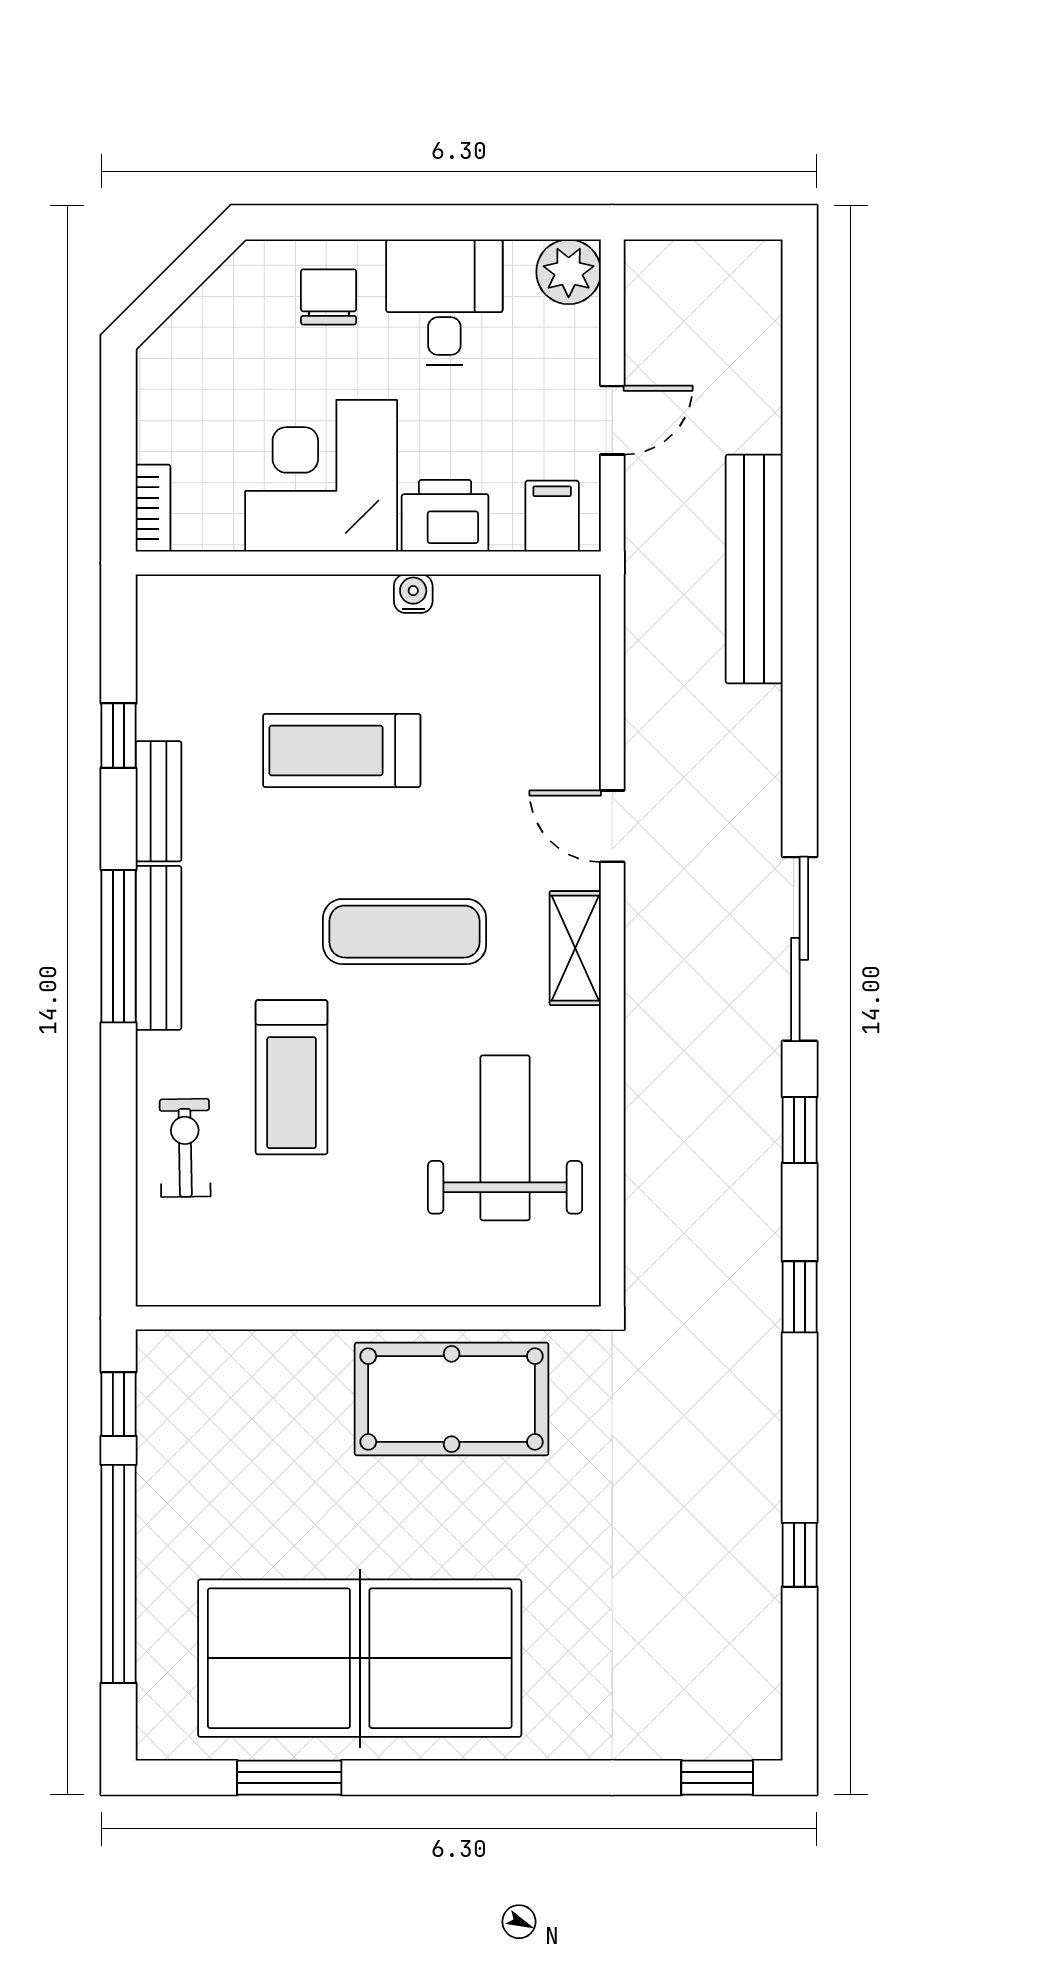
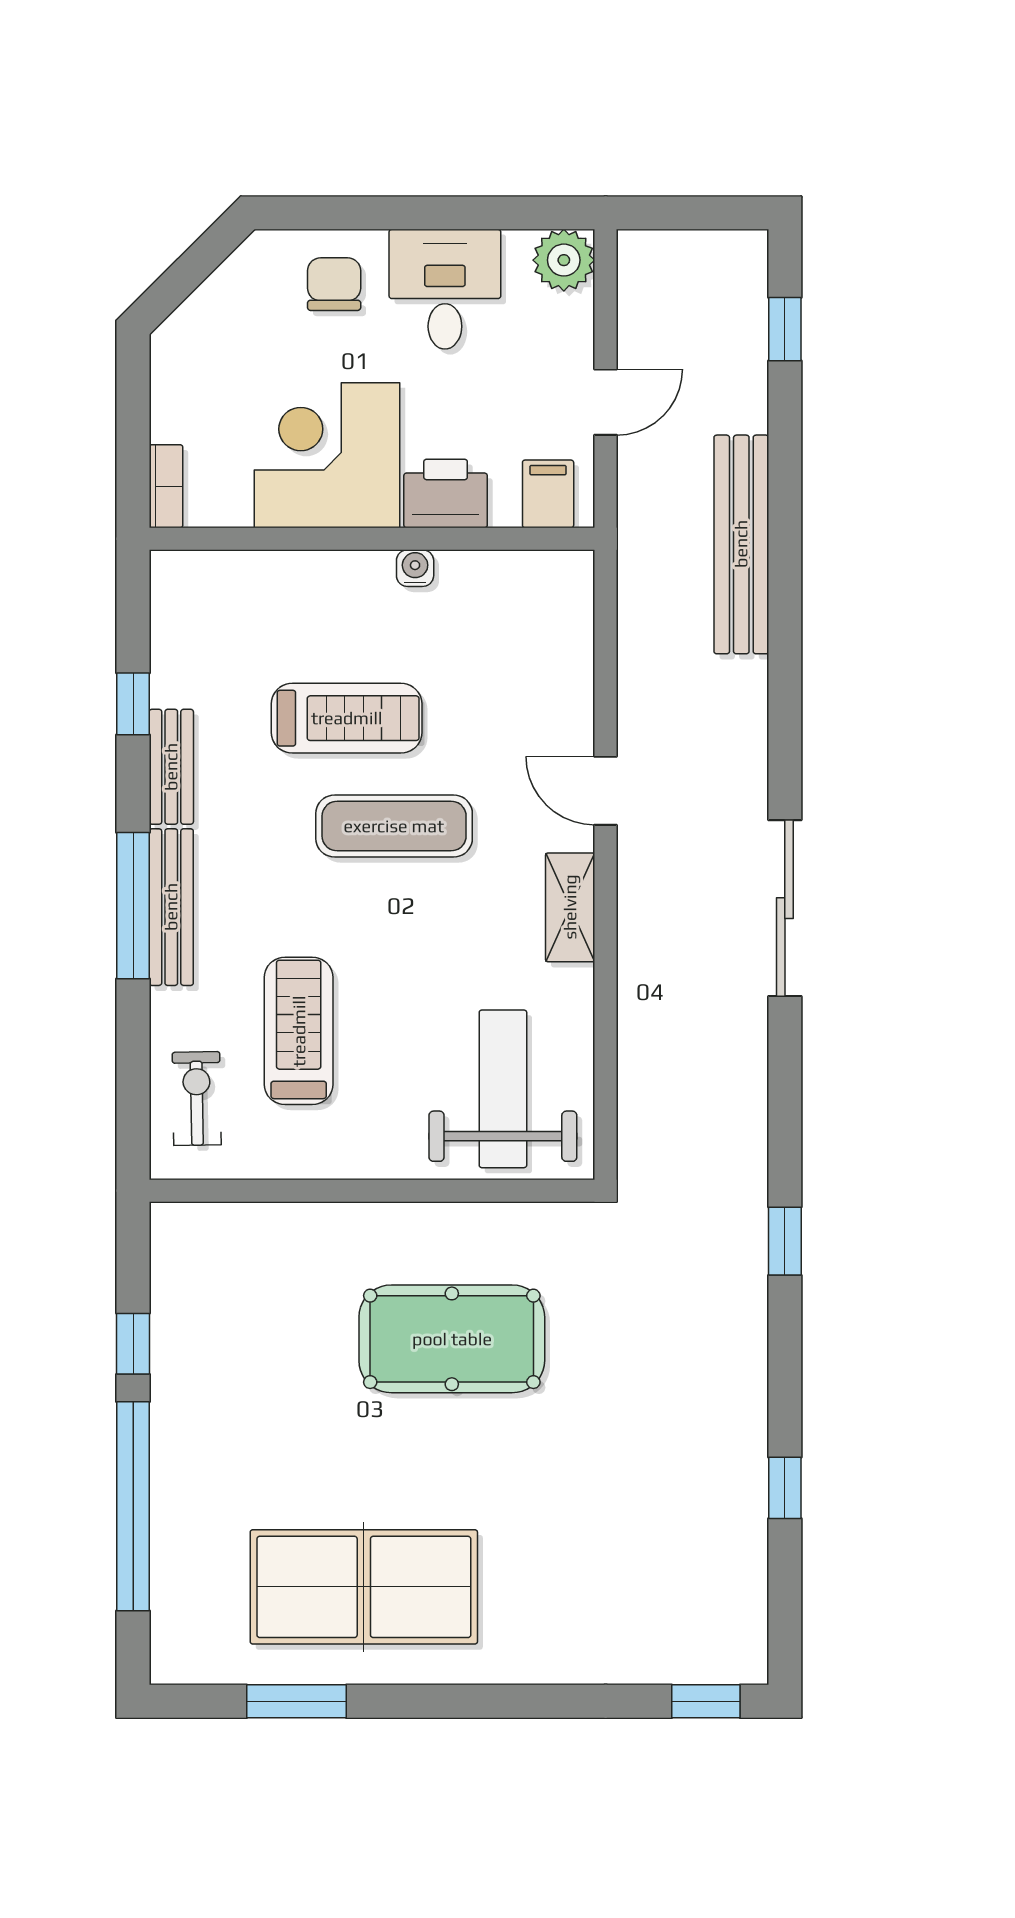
treadmill: (342, 750) -> (347, 718), turned 180
exercise mat: (405, 932) -> (394, 826), moved
treadmill: (292, 1077) -> (299, 1031), turned 180
window: (800, 1130) -> (785, 329), moved
wall: (368, 1318) -> (372, 1191), moved
table tennis table: (360, 1658) -> (364, 1587), width x0.73, depth x0.76

